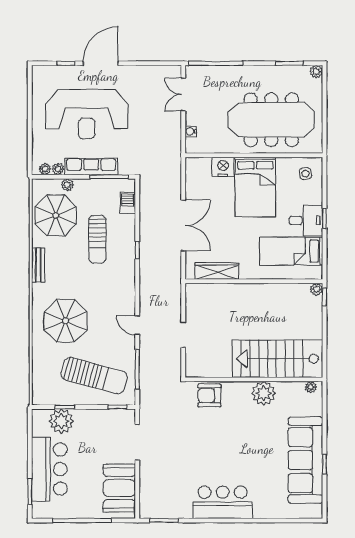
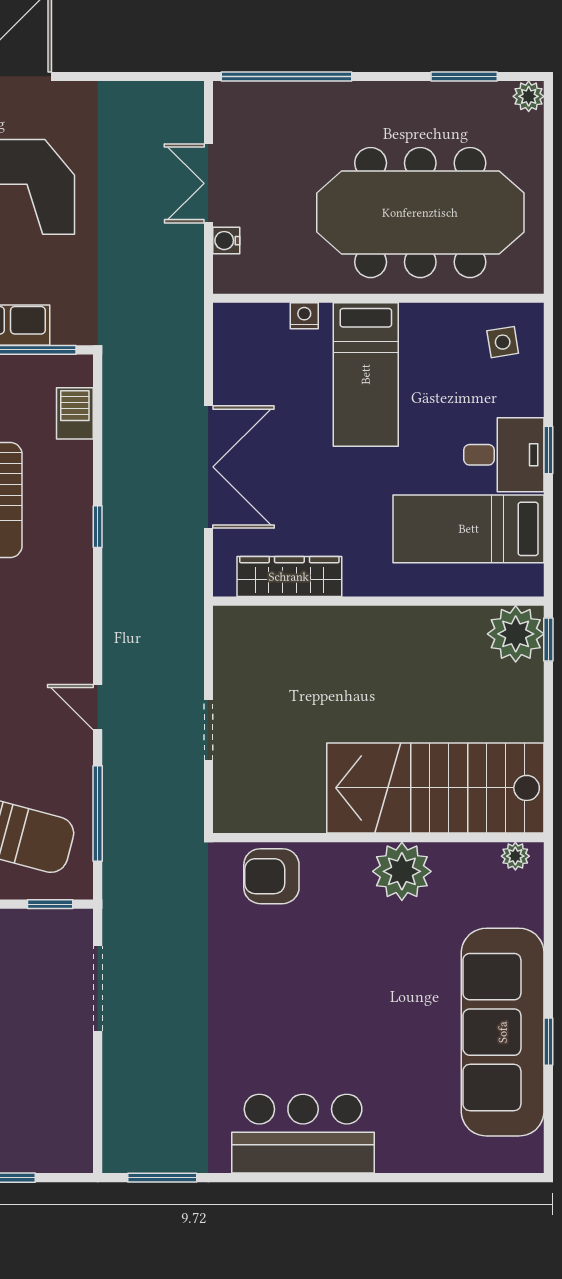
double door: (183, 94) -> (208, 183), moved
nightstand: (223, 167) -> (304, 316), width x0.53, depth x0.56
bed: (255, 187) -> (366, 374), width x0.67
plant: (316, 289) -> (516, 634), width x1.88, depth x1.88
booth: (119, 488) -> (55, 1099), removed

